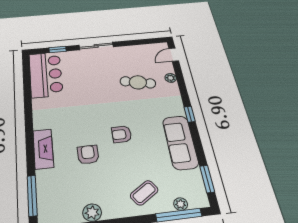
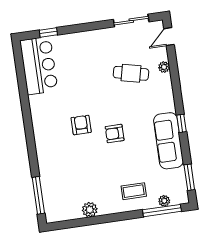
sliding door: (96, 46) -> (131, 21), moved
window: (190, 114) -> (181, 123), moved
fireplace: (43, 149) -> (44, 150), removed
armchair: (88, 155) -> (81, 125), moved
coffee table: (144, 193) -> (134, 191), turned 34

